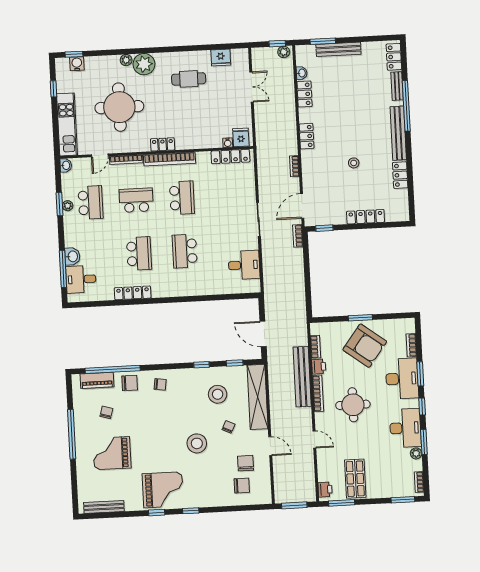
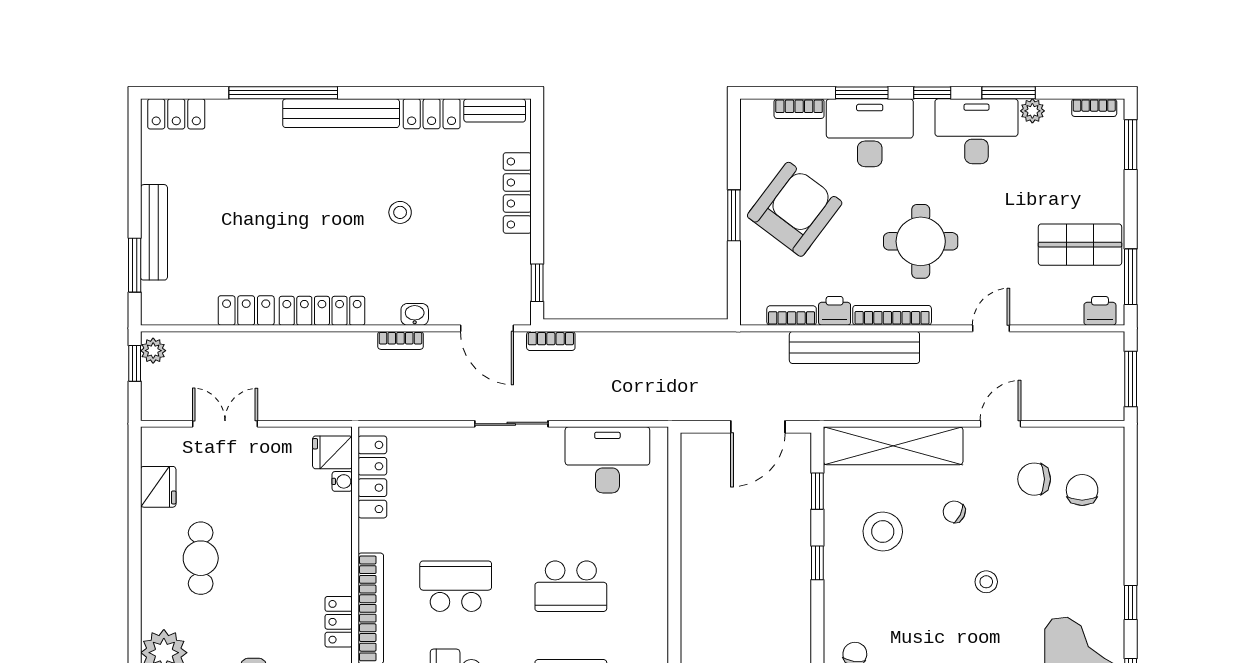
washbasin: (302, 73) -> (415, 314), moved
bench: (397, 86) -> (495, 110), moved
locker: (307, 136) -> (322, 311), width x1.53
desk: (244, 265) -> (607, 460), width x1.37
stool: (197, 443) -> (986, 582), width x0.53, depth x0.53

